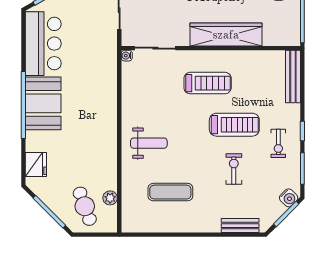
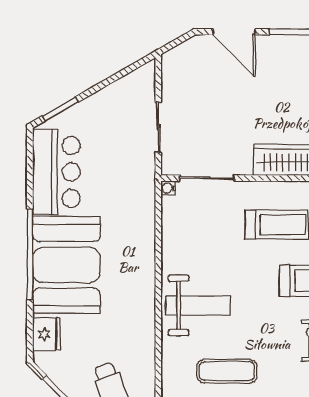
booth: (43, 103) -> (66, 265), width x1.36, depth x1.42
weight bench: (149, 143) -> (198, 305), width x1.36, depth x1.33
plant: (110, 198) -> (146, 379), removed

